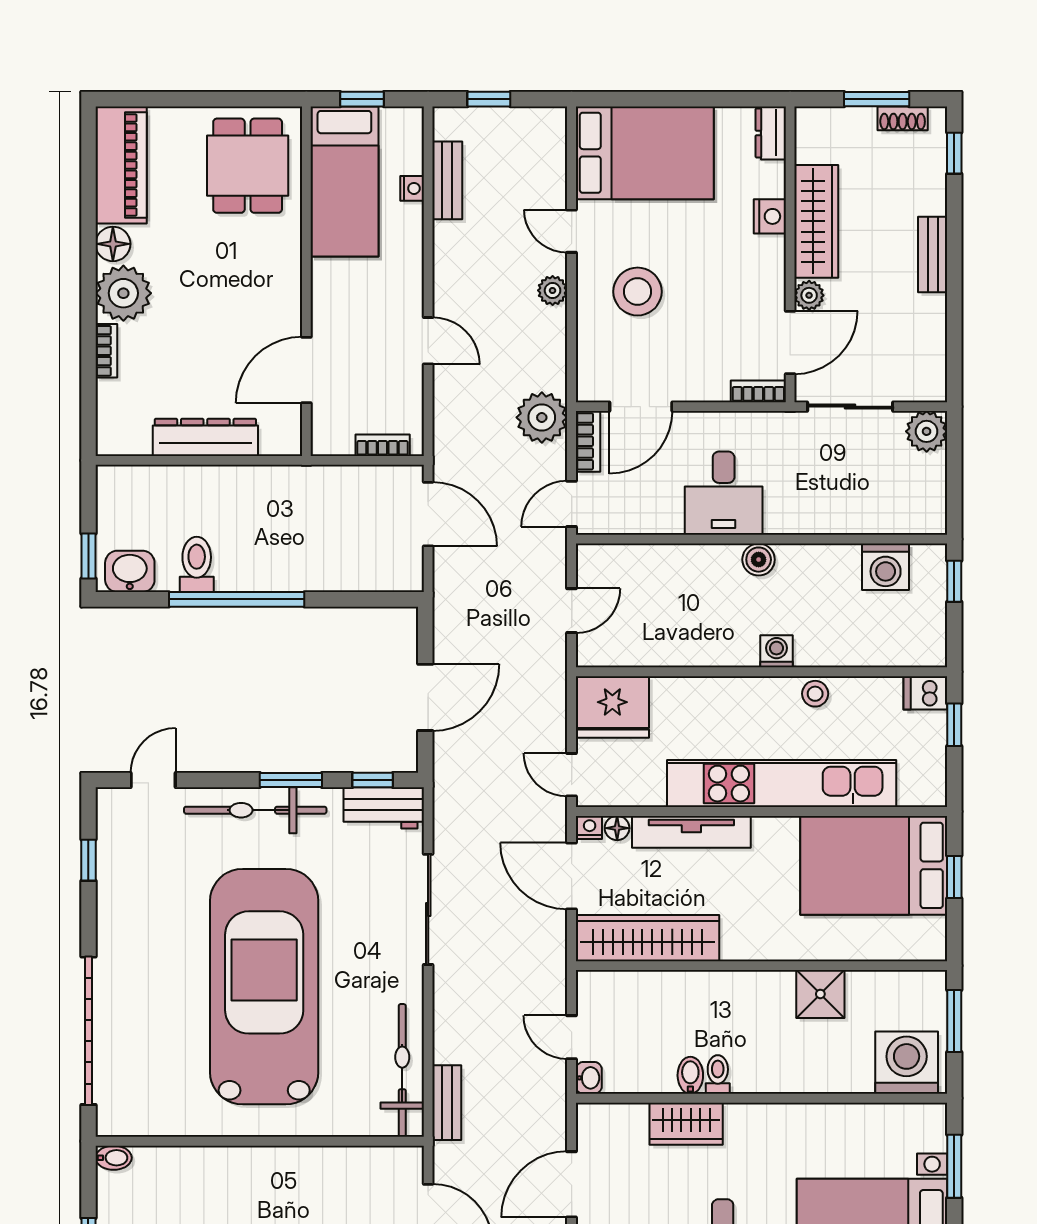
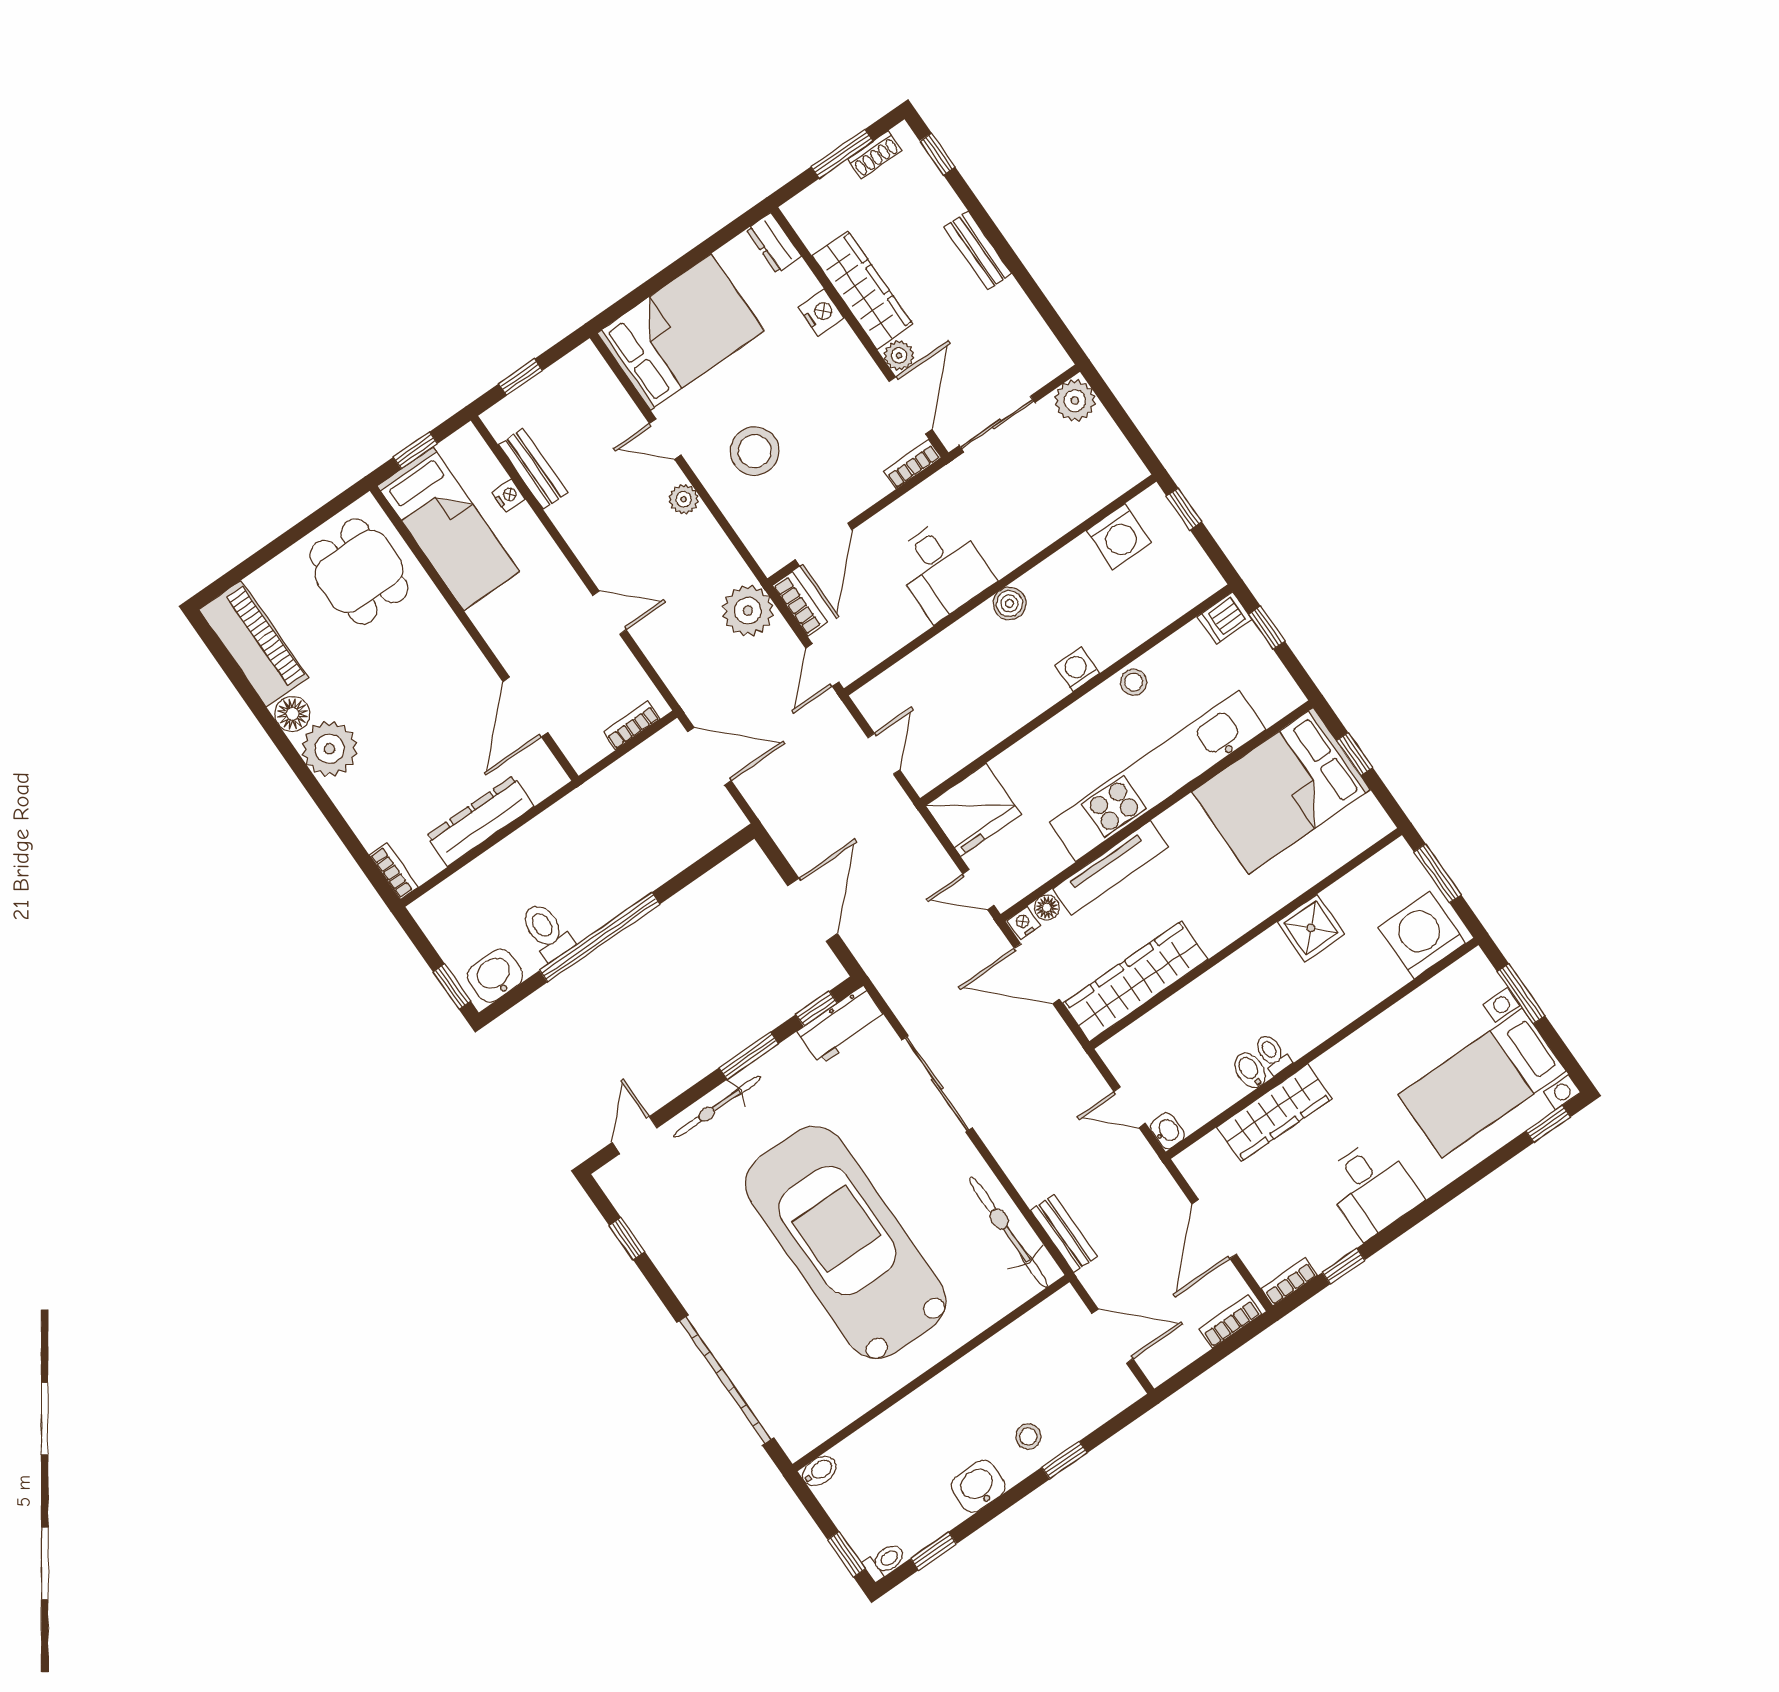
bookcase: (106, 351) -> (394, 871), moved
bicycle: (255, 810) -> (717, 1107), width x0.73, depth x0.71
wardrobe: (686, 1124) -> (1274, 1113), width x1.50

